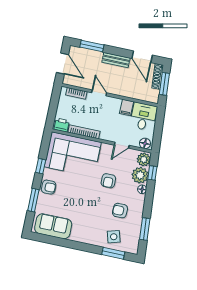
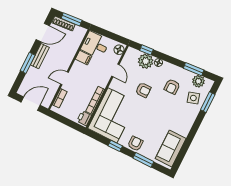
window: (92, 46) -> (28, 63), moved
plant: (144, 159) -> (198, 81), moved

